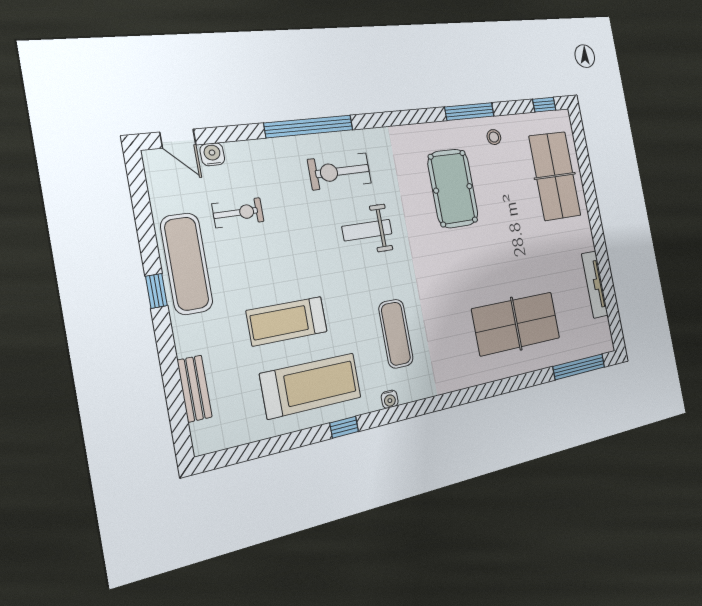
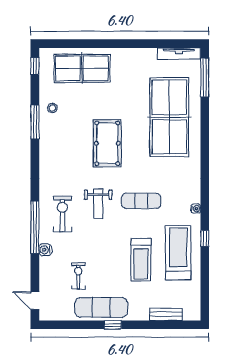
door: (178, 139) -> (35, 301), swing flipped
water cooler: (212, 154) -> (45, 250), moved
exercise bike: (340, 171) -> (62, 214), turned 180
pool table: (453, 188) -> (107, 143), moved, turned 90
tv unit: (595, 285) -> (179, 54), moved
table tennis table: (516, 324) -> (169, 117), width x1.36, depth x1.32
exercise mat: (396, 334) -> (141, 201), moved

